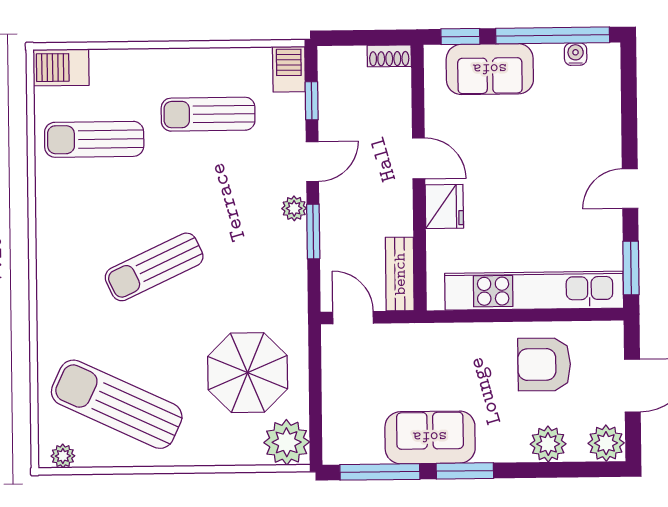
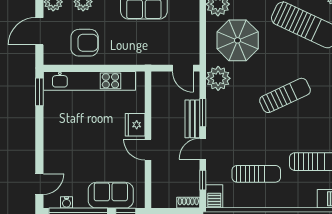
shoe rack: (389, 56) -> (188, 203), moved
door: (630, 188) -> (39, 184), moved
plant: (294, 208) -> (218, 78), moved, width x1.87, depth x1.87
bench: (400, 274) -> (192, 119), moved

